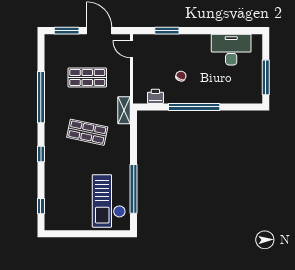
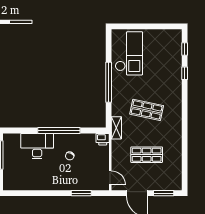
desk: (231, 50) -> (37, 146), moved, turned 180
printer: (155, 96) -> (103, 139), moved
window: (41, 97) -> (185, 139), removed
window: (41, 154) -> (185, 73), moved
window: (134, 189) -> (109, 82), moved

